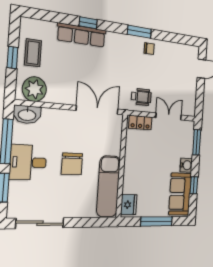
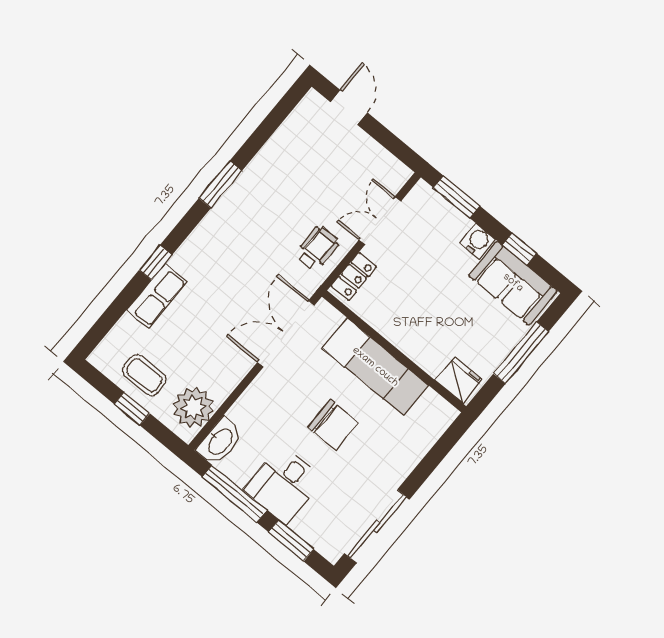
row of seats: (82, 35) -> (157, 296), width x0.68
chair: (149, 49) -> (256, 184), removed
exam couch: (108, 186) -> (375, 367), moved

